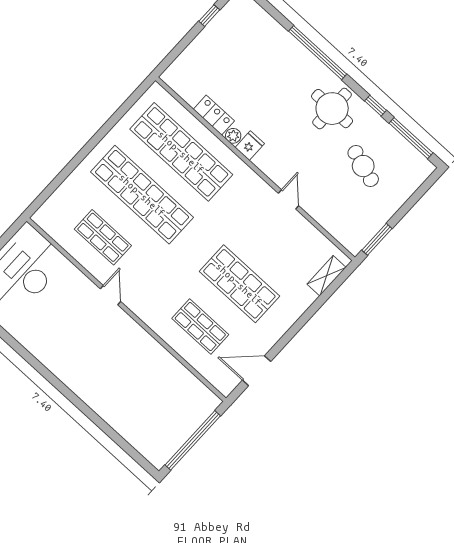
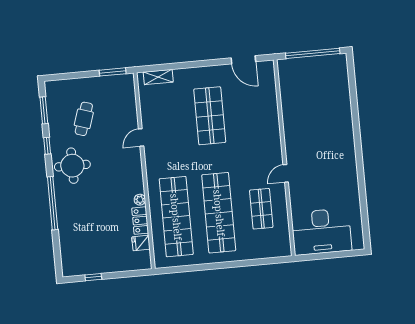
window: (411, 138) -> (44, 110), width x0.69
fridge: (250, 146) -> (141, 243), moved
shop shelf: (200, 327) -> (252, 112), removed

